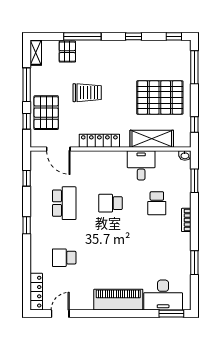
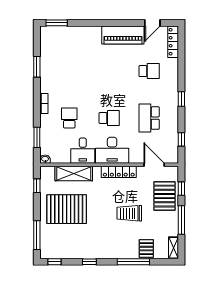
desk: (163, 295) -> (112, 150), moved, turned 180
piano: (118, 300) -> (123, 35), moved

